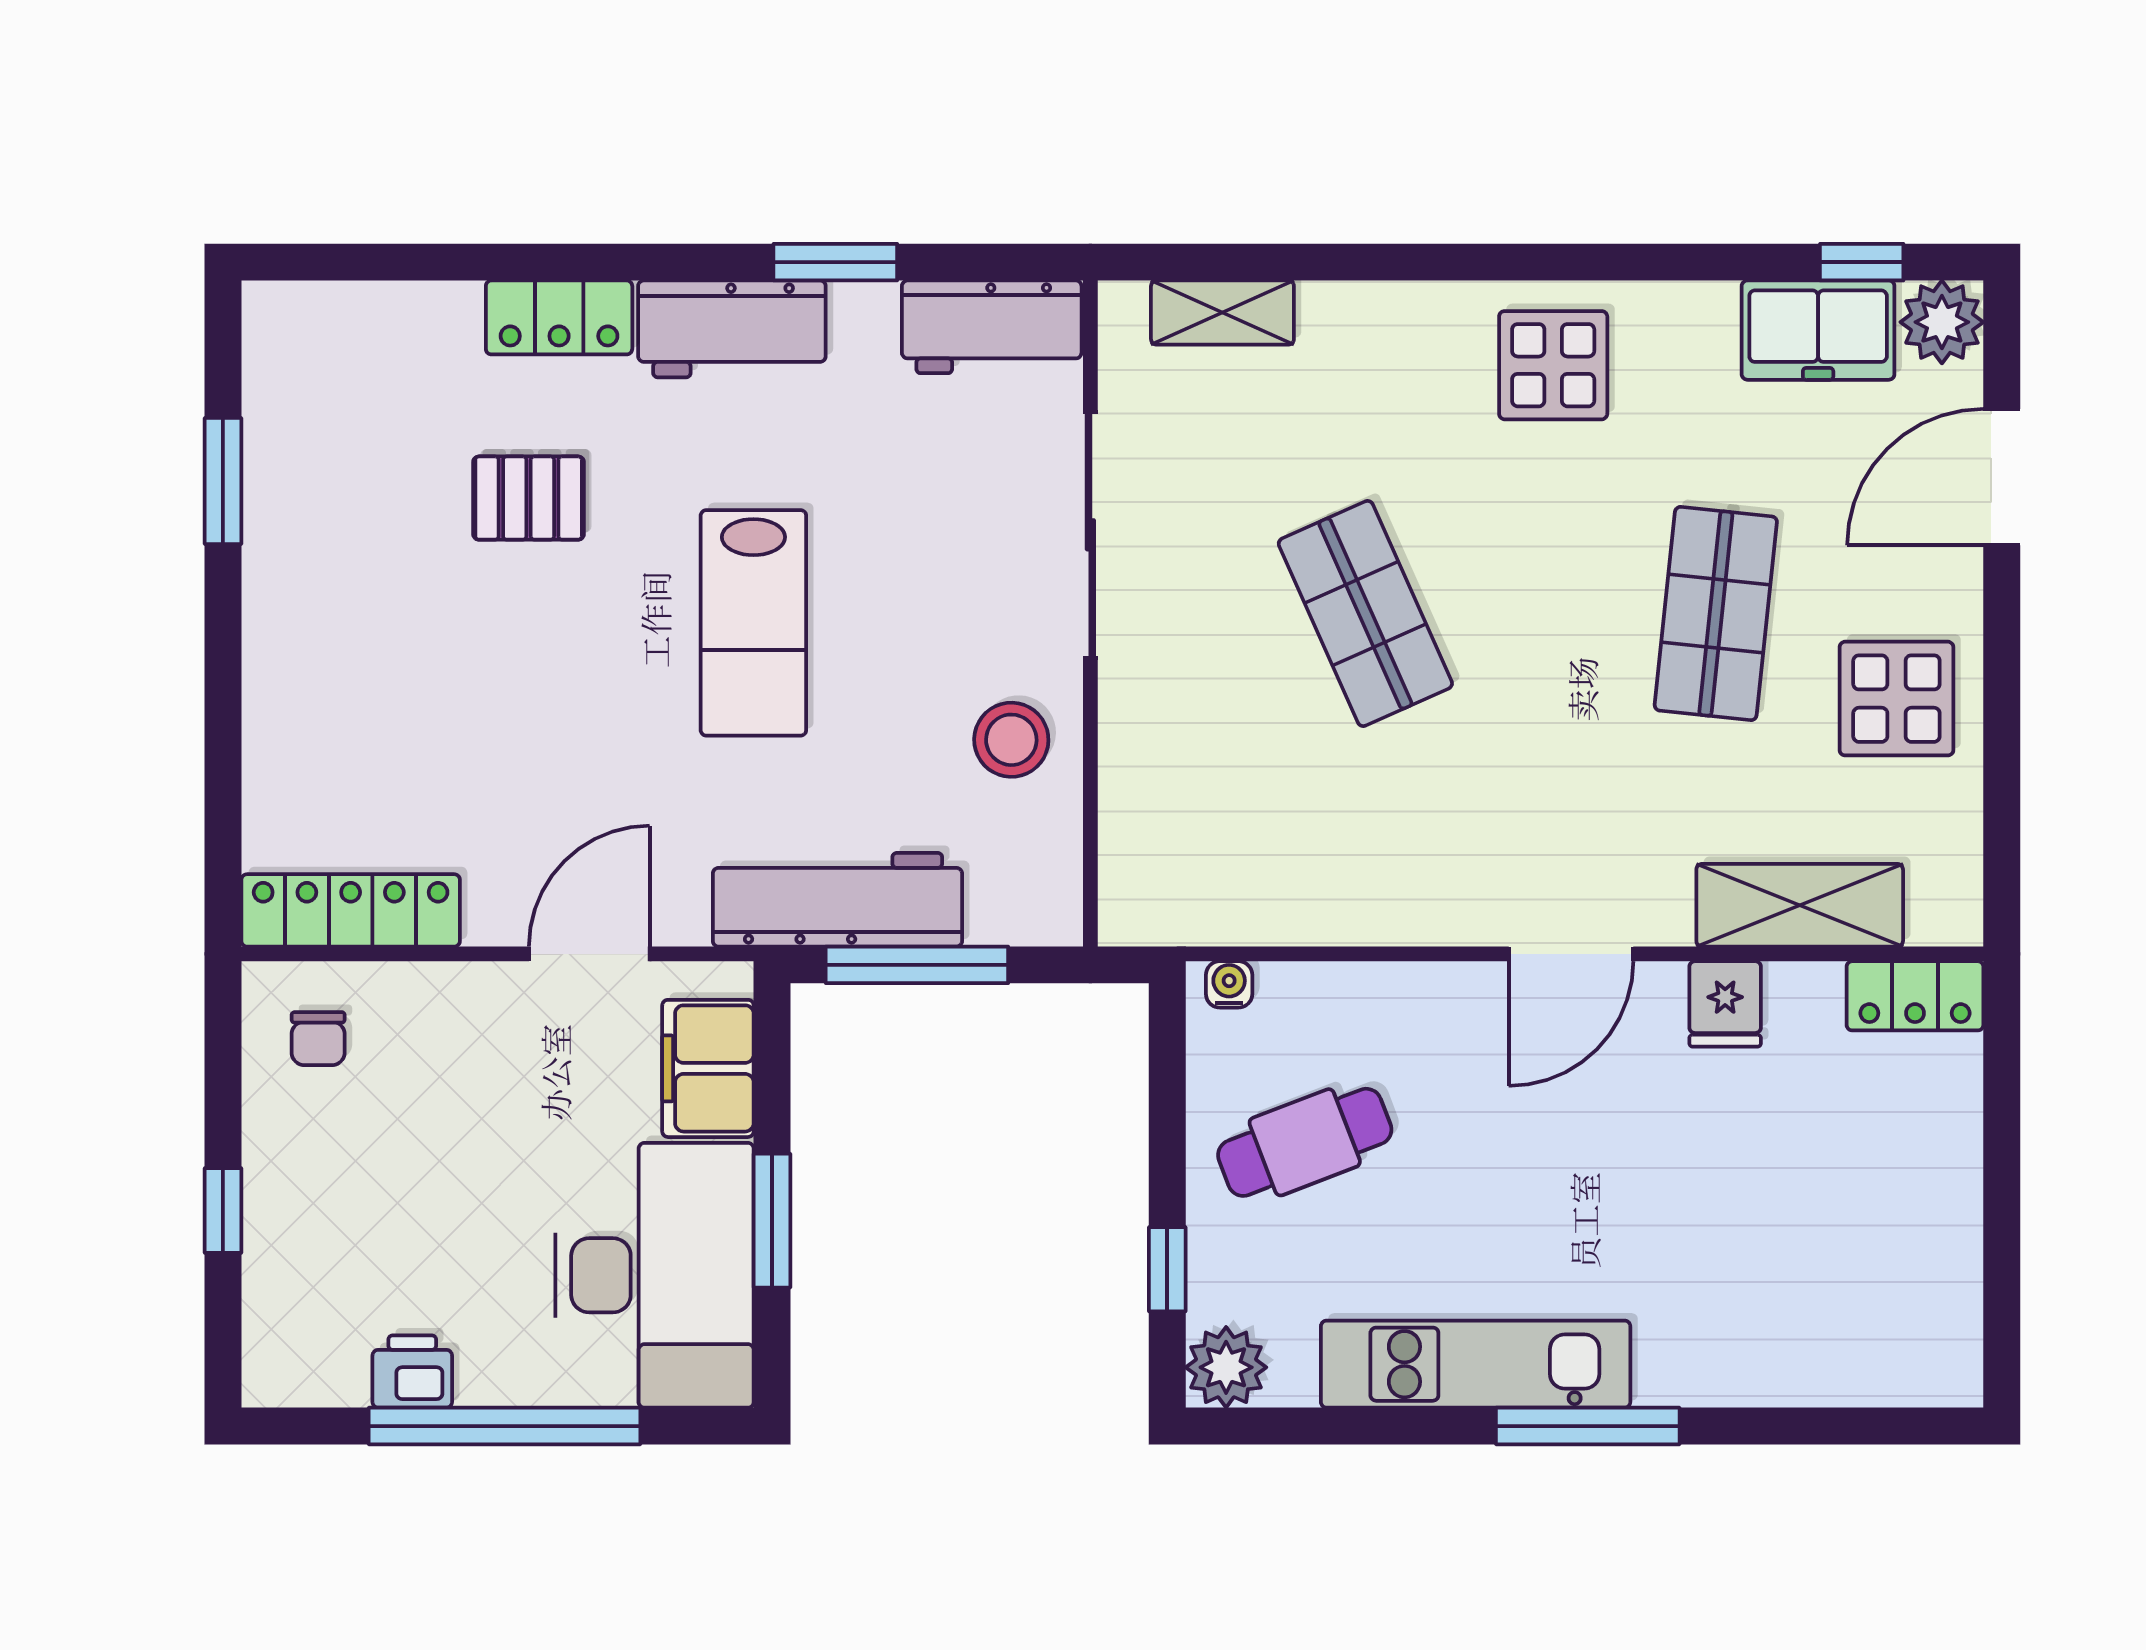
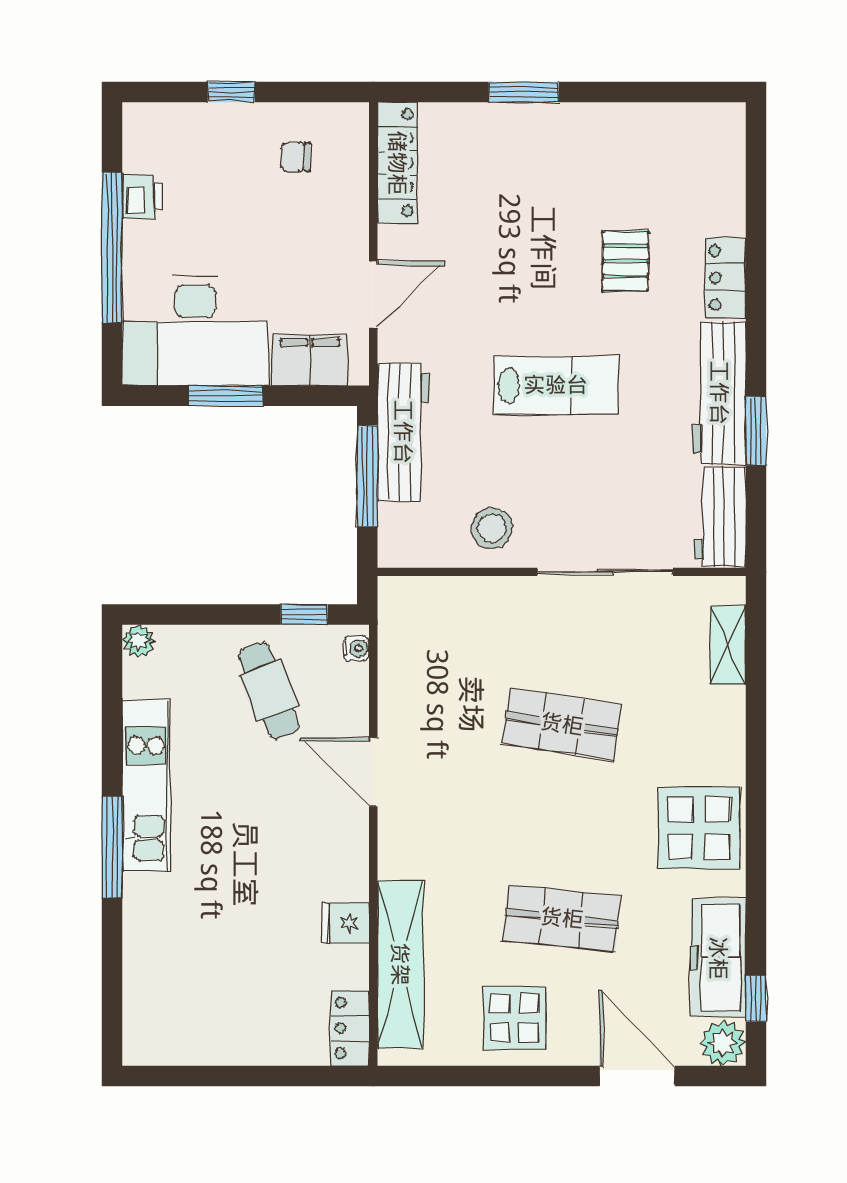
workbench: (732, 329) -> (719, 393), width x1.38
freezer: (1818, 330) -> (718, 958), width x1.40
display table: (1553, 365) -> (699, 828), width x1.36, depth x1.36
window: (223, 481) -> (524, 92), moved
shop shelf: (1365, 614) -> (562, 724), turned 33
lab bench: (753, 623) -> (556, 385), turned 180
shelving: (1800, 905) -> (400, 964), width x1.47
door: (589, 954) -> (373, 295), hinge flipped
door: (1571, 954) -> (373, 772), moved
chair: (318, 1039) -> (296, 157), moved
window: (1167, 1269) -> (304, 614), moved
plant: (1226, 1367) -> (138, 641), width x0.73, depth x0.73

